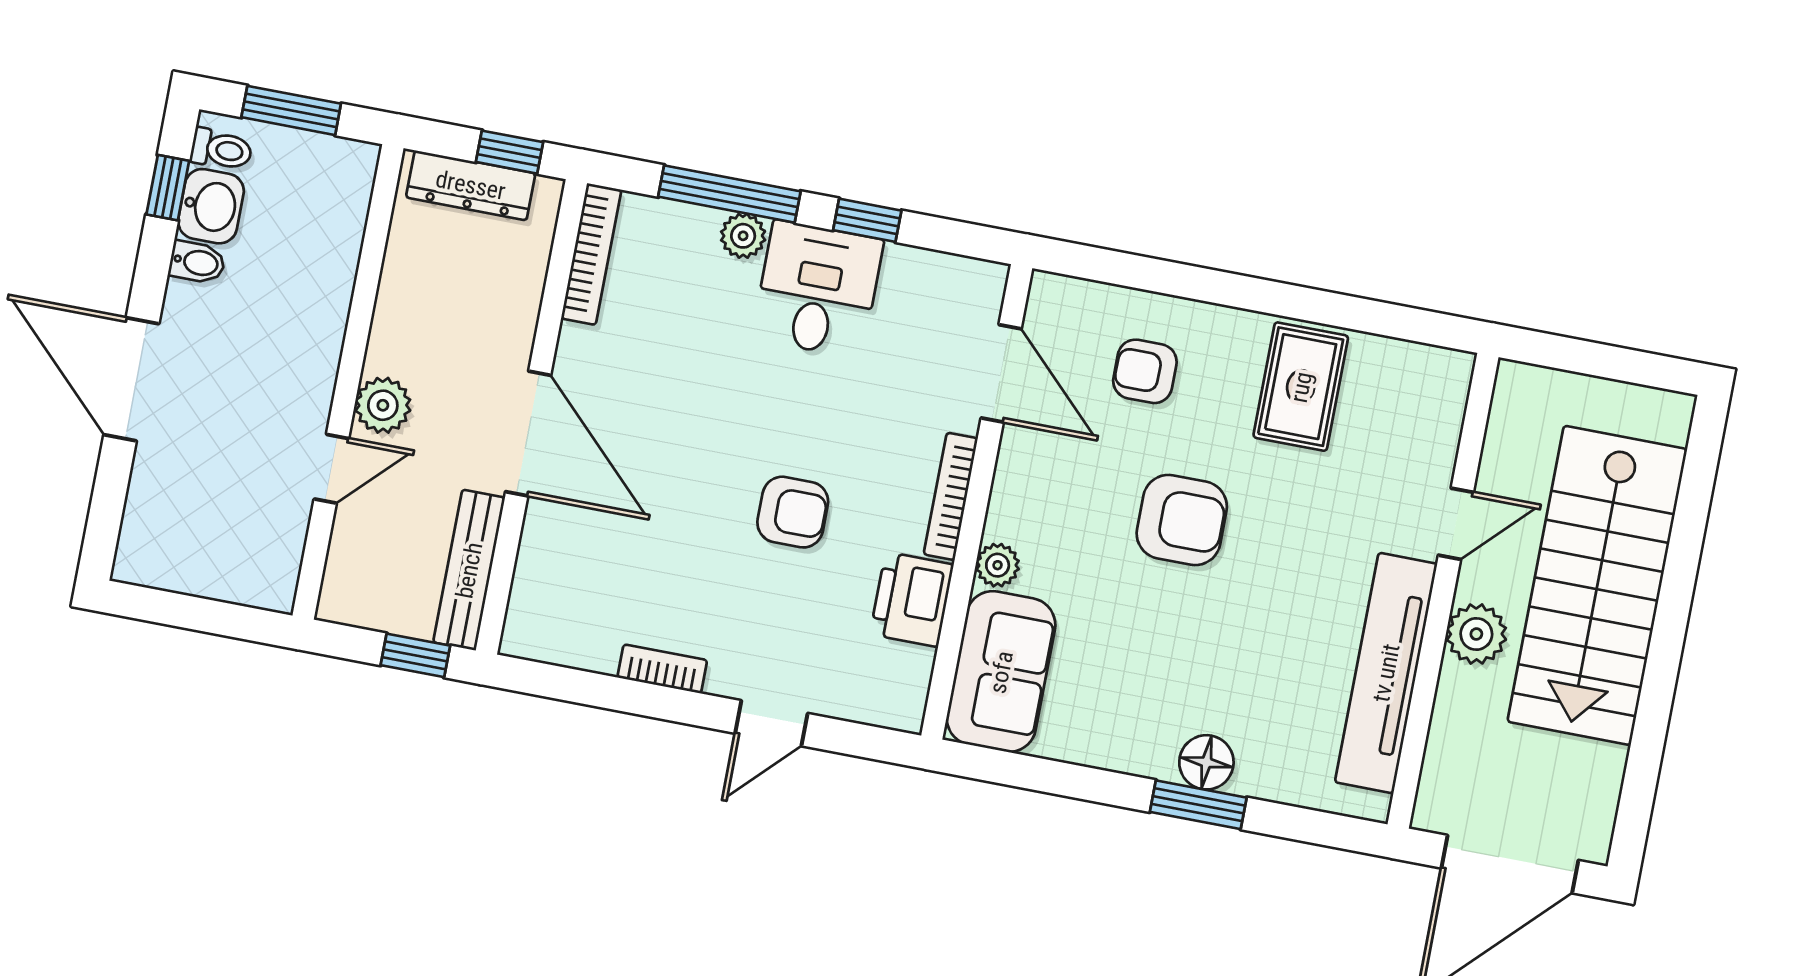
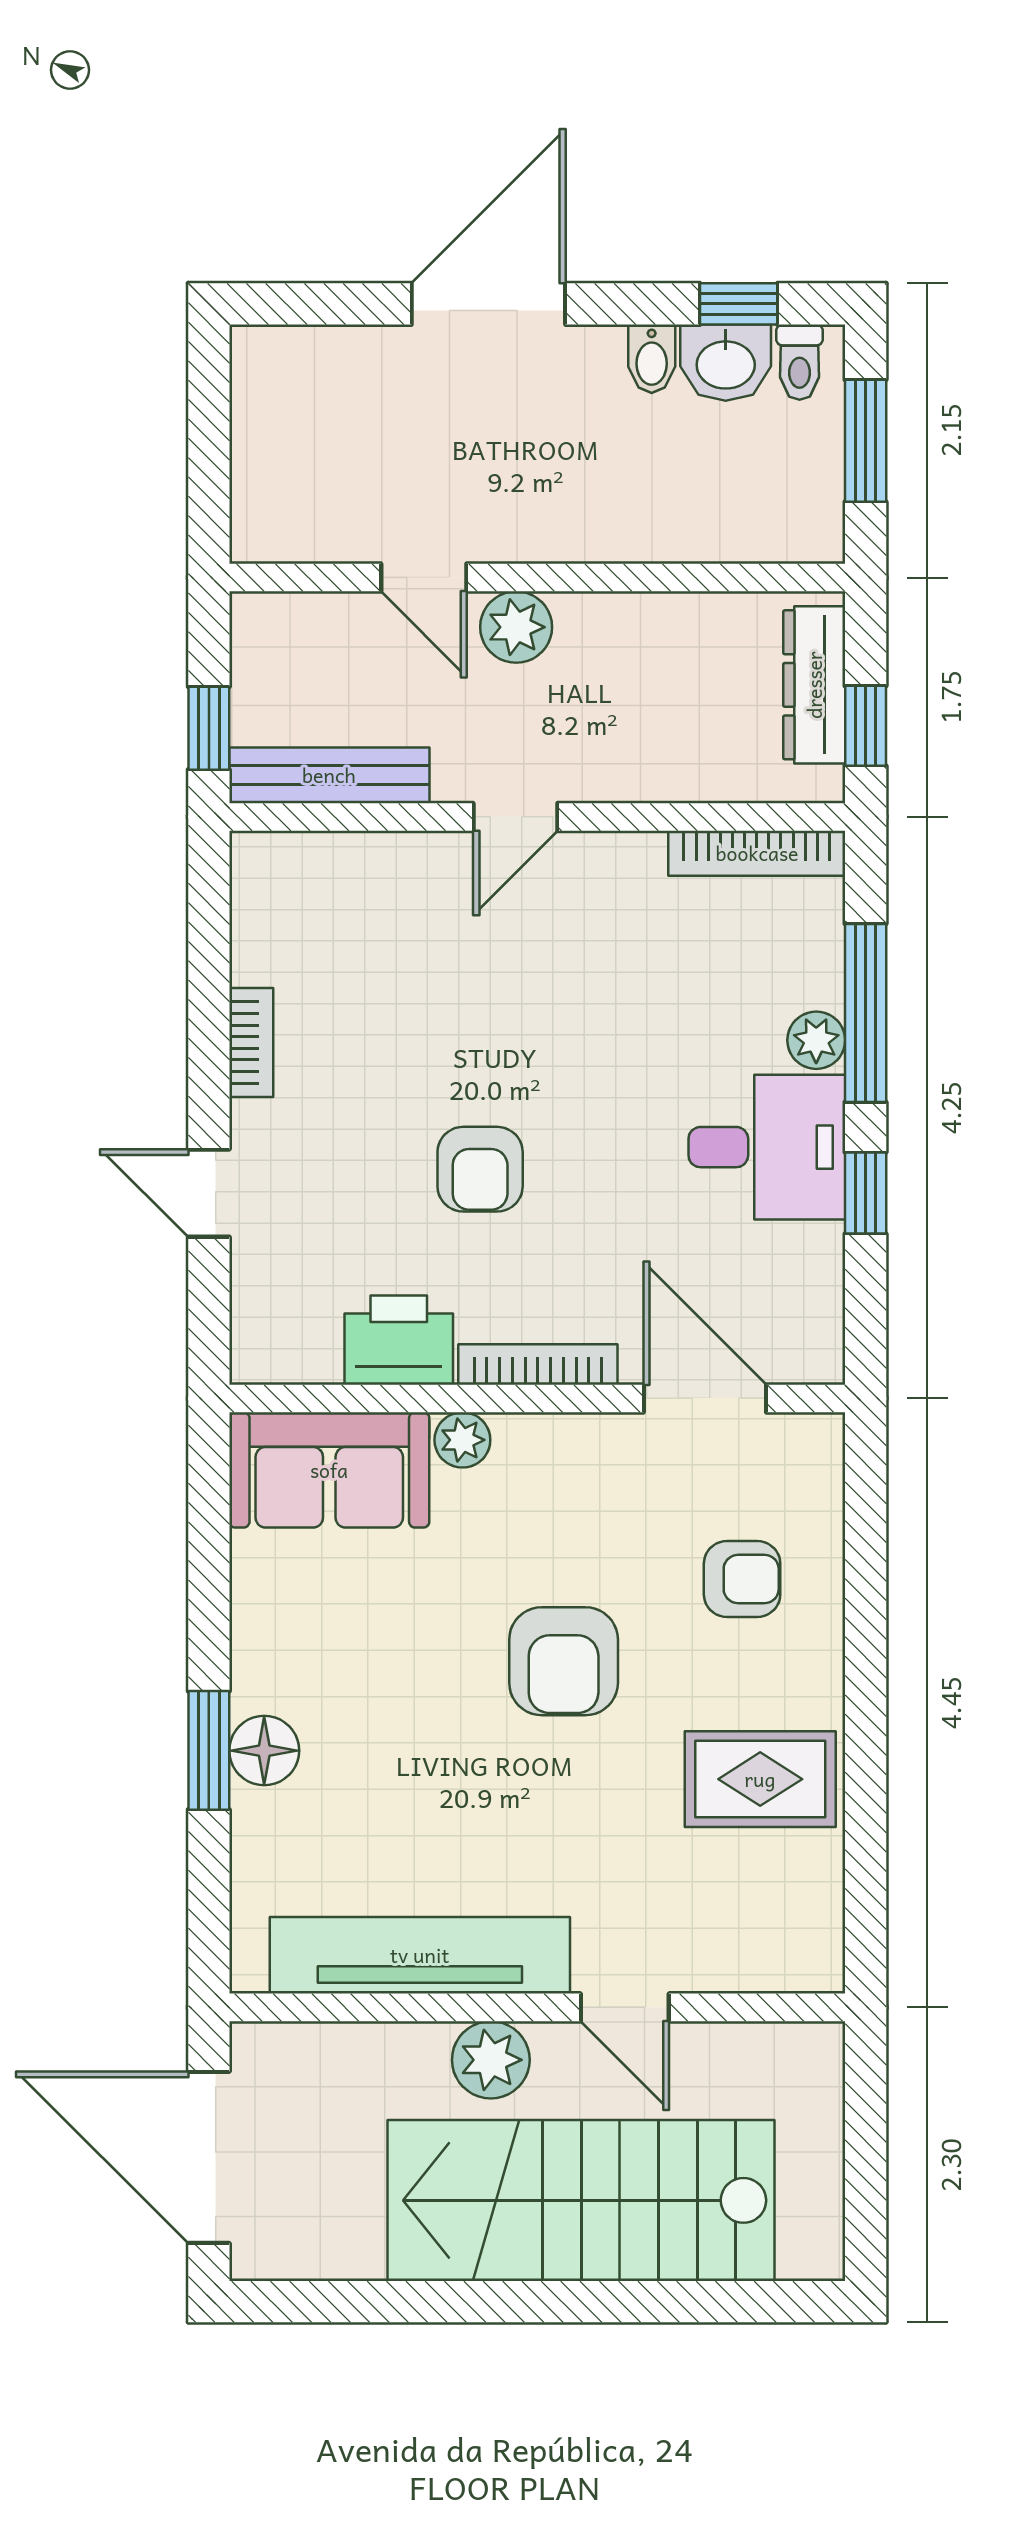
armchair: (1145, 371) -> (742, 1579), turned 90
door: (1001, 373) -> (705, 1398), swing flipped
door: (528, 434) -> (515, 817), width x0.53

